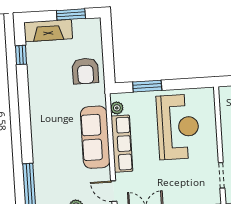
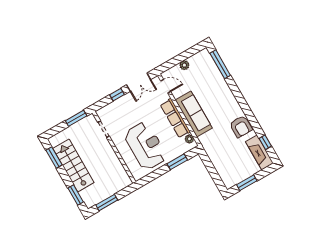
fireplace: (48, 31) -> (259, 152), moved, turned -90
armchair: (85, 71) -> (241, 127), moved, turned 180
reception desk: (178, 127) -> (146, 146), turned 180

